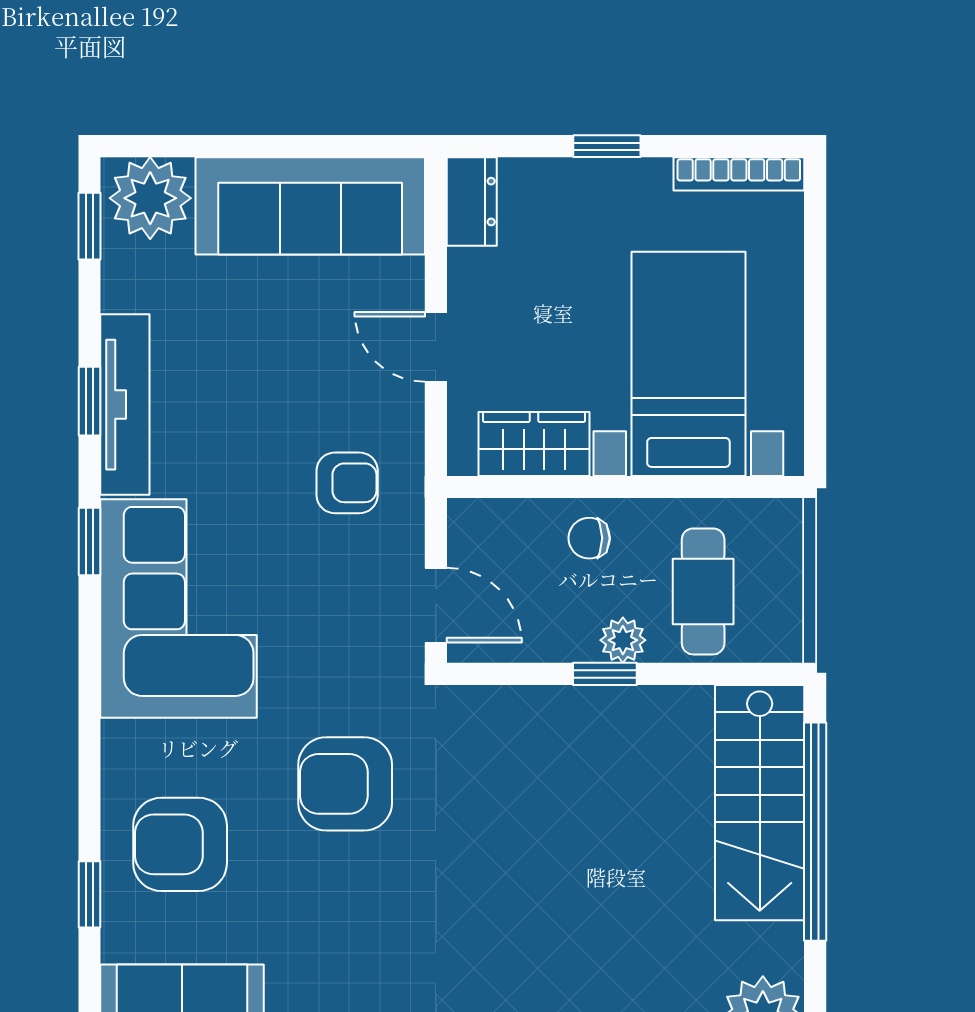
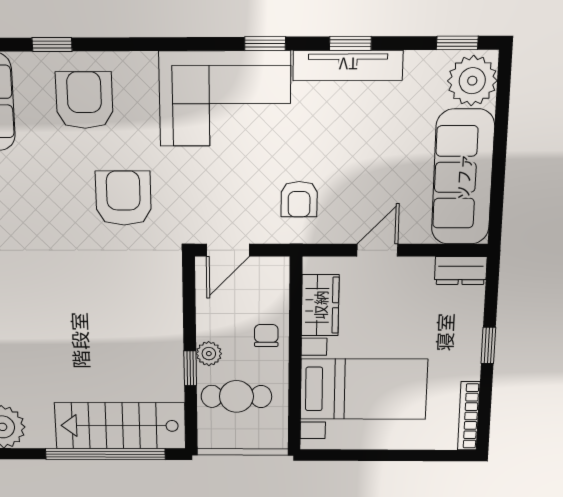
window: (605, 674) -> (190, 368), moved

